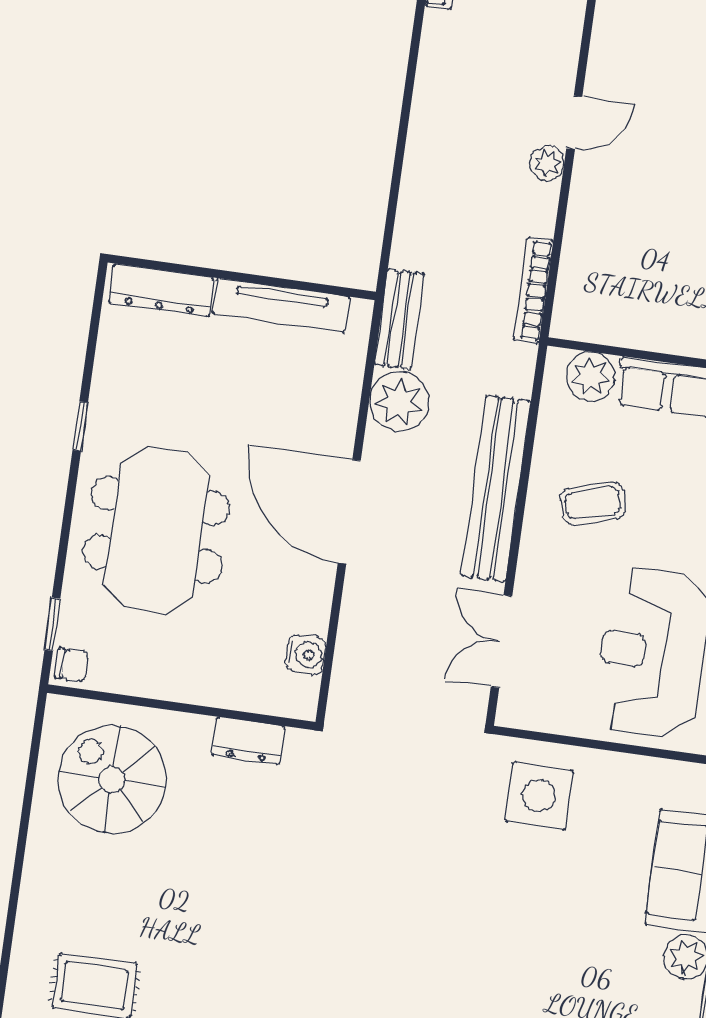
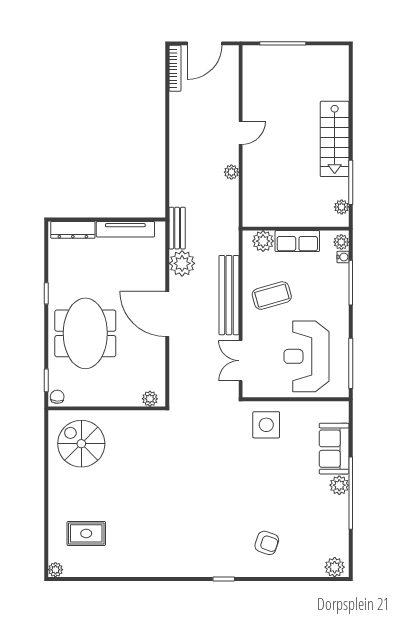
plant: (547, 163) -> (231, 172), moved
bookcase: (533, 290) -> (233, 207), removed
coffee table: (593, 503) -> (272, 296), width x1.36, depth x1.30
water cooler: (306, 654) -> (157, 378), removed
chair: (72, 665) -> (57, 397), turned -87
plant: (282, 699) -> (150, 399), added
dresser: (248, 741) -> (138, 419), removed

